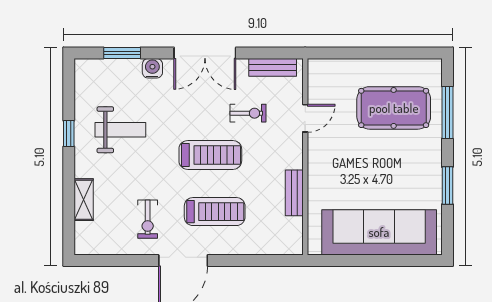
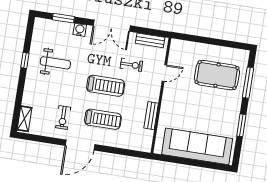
shelving: (84, 200) -> (25, 119), moved

